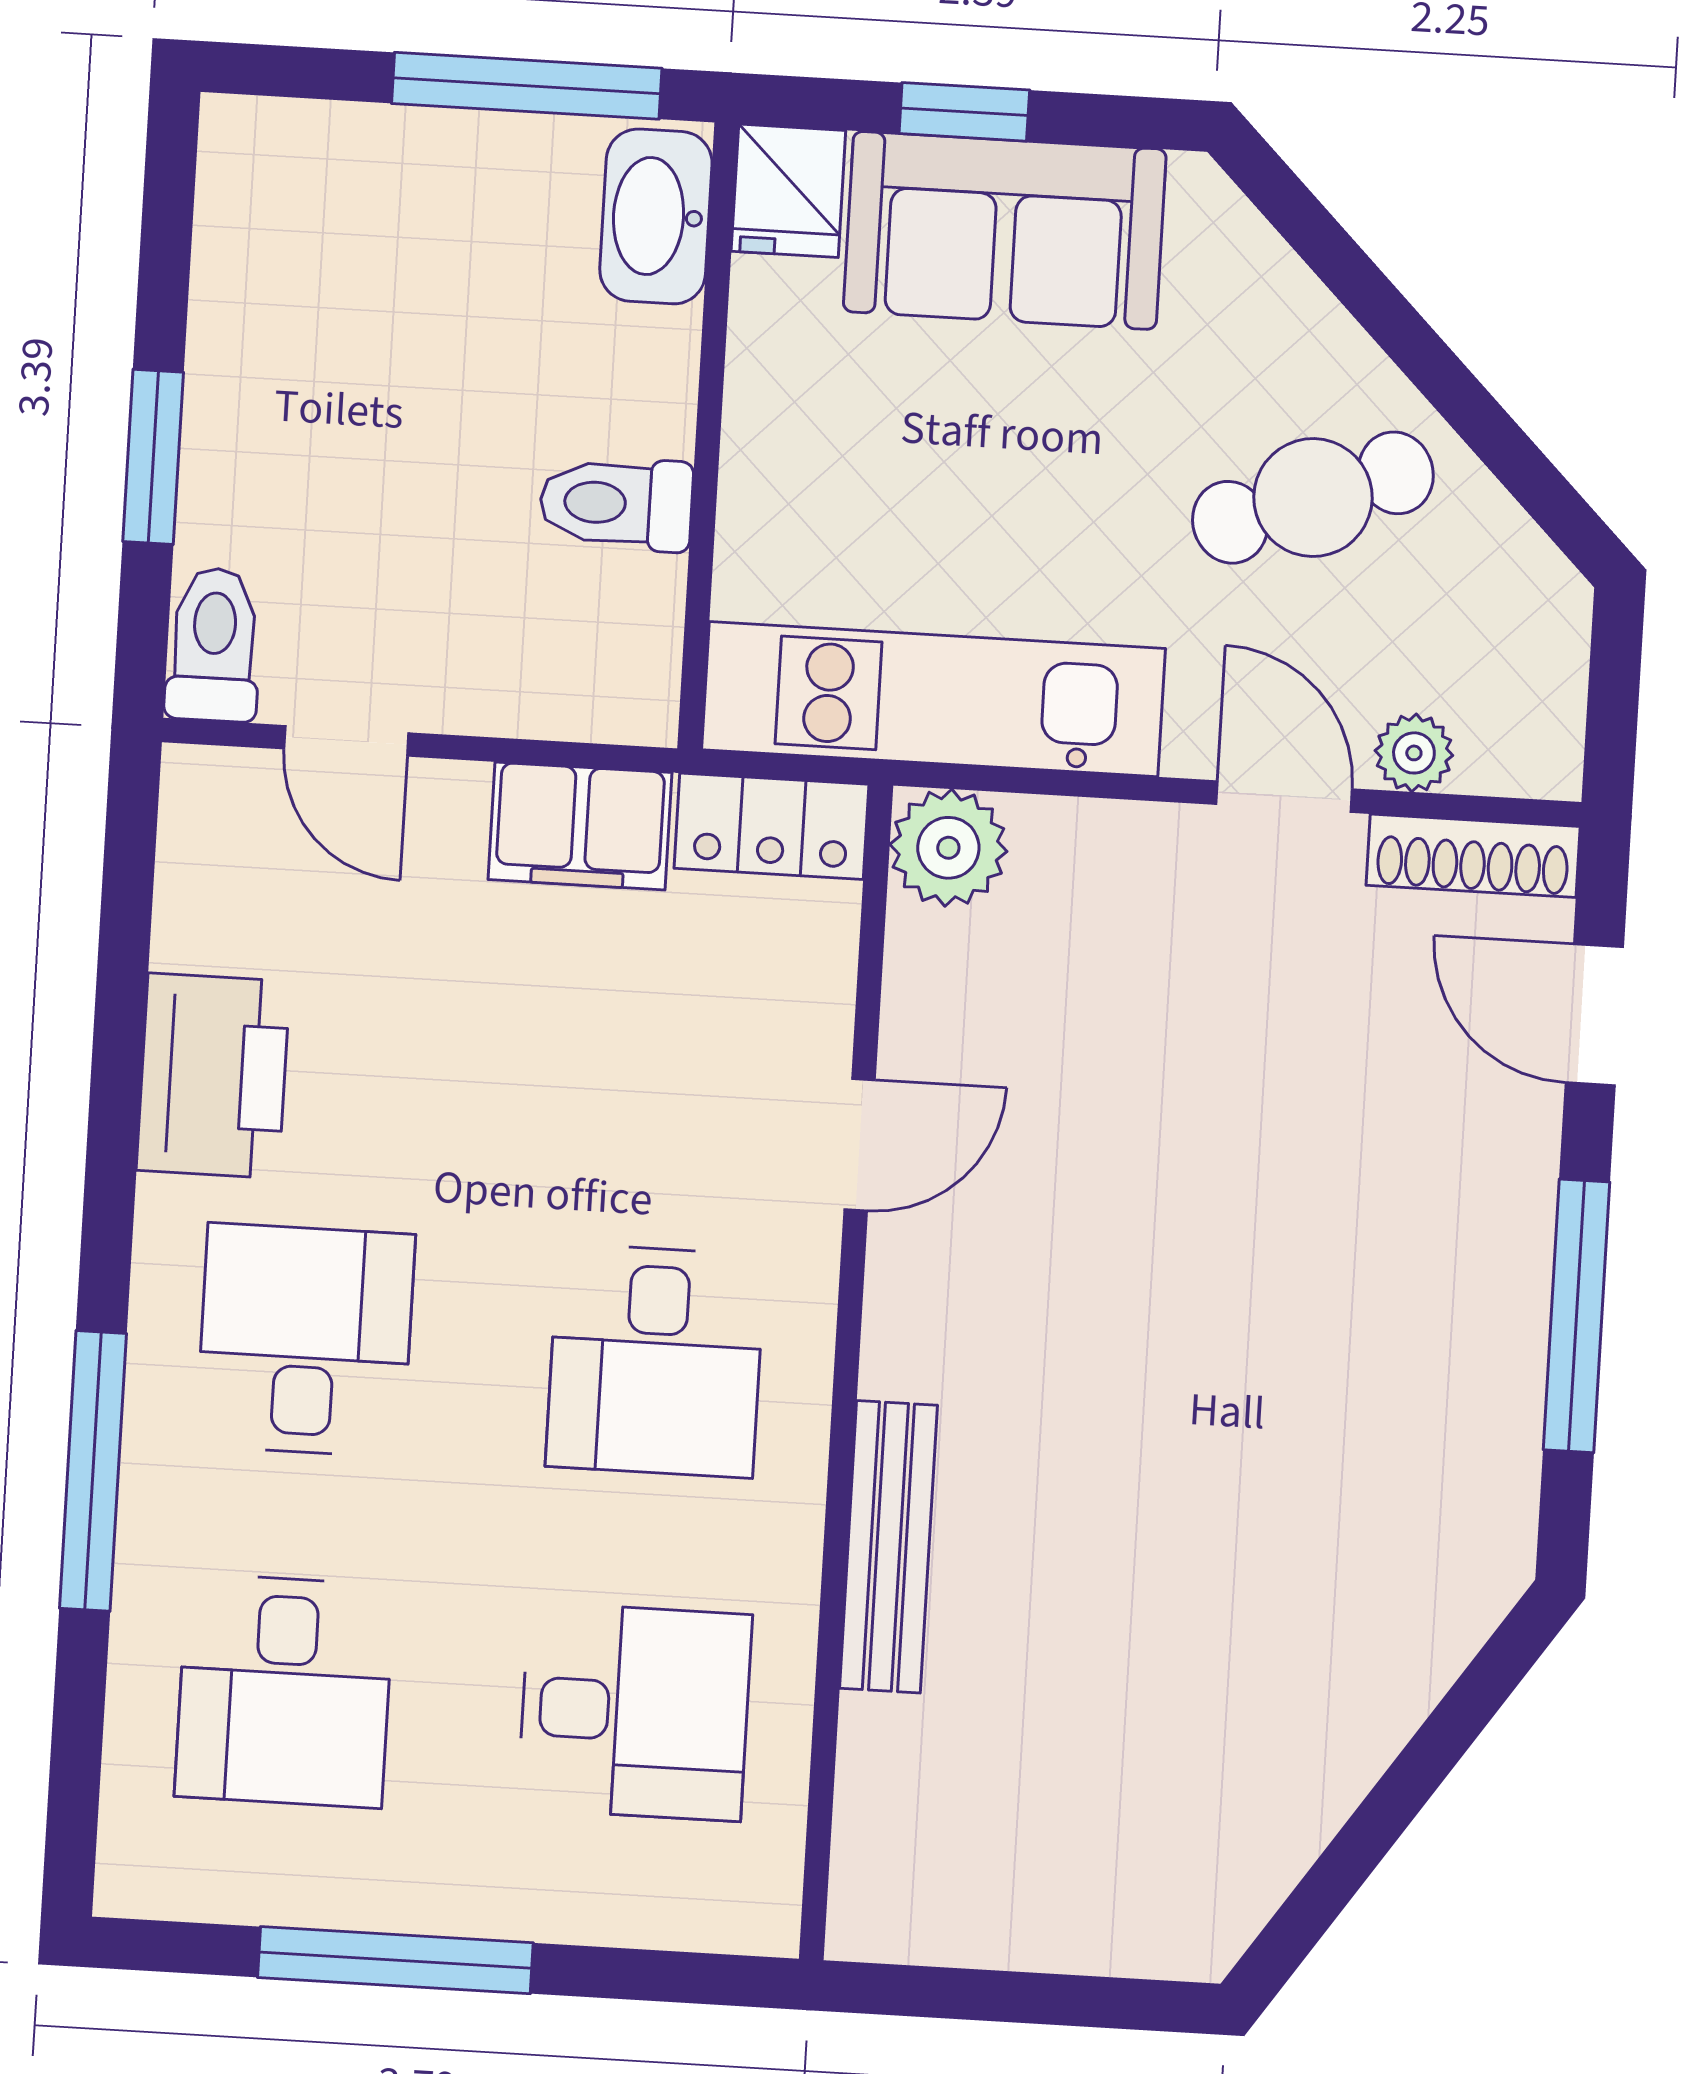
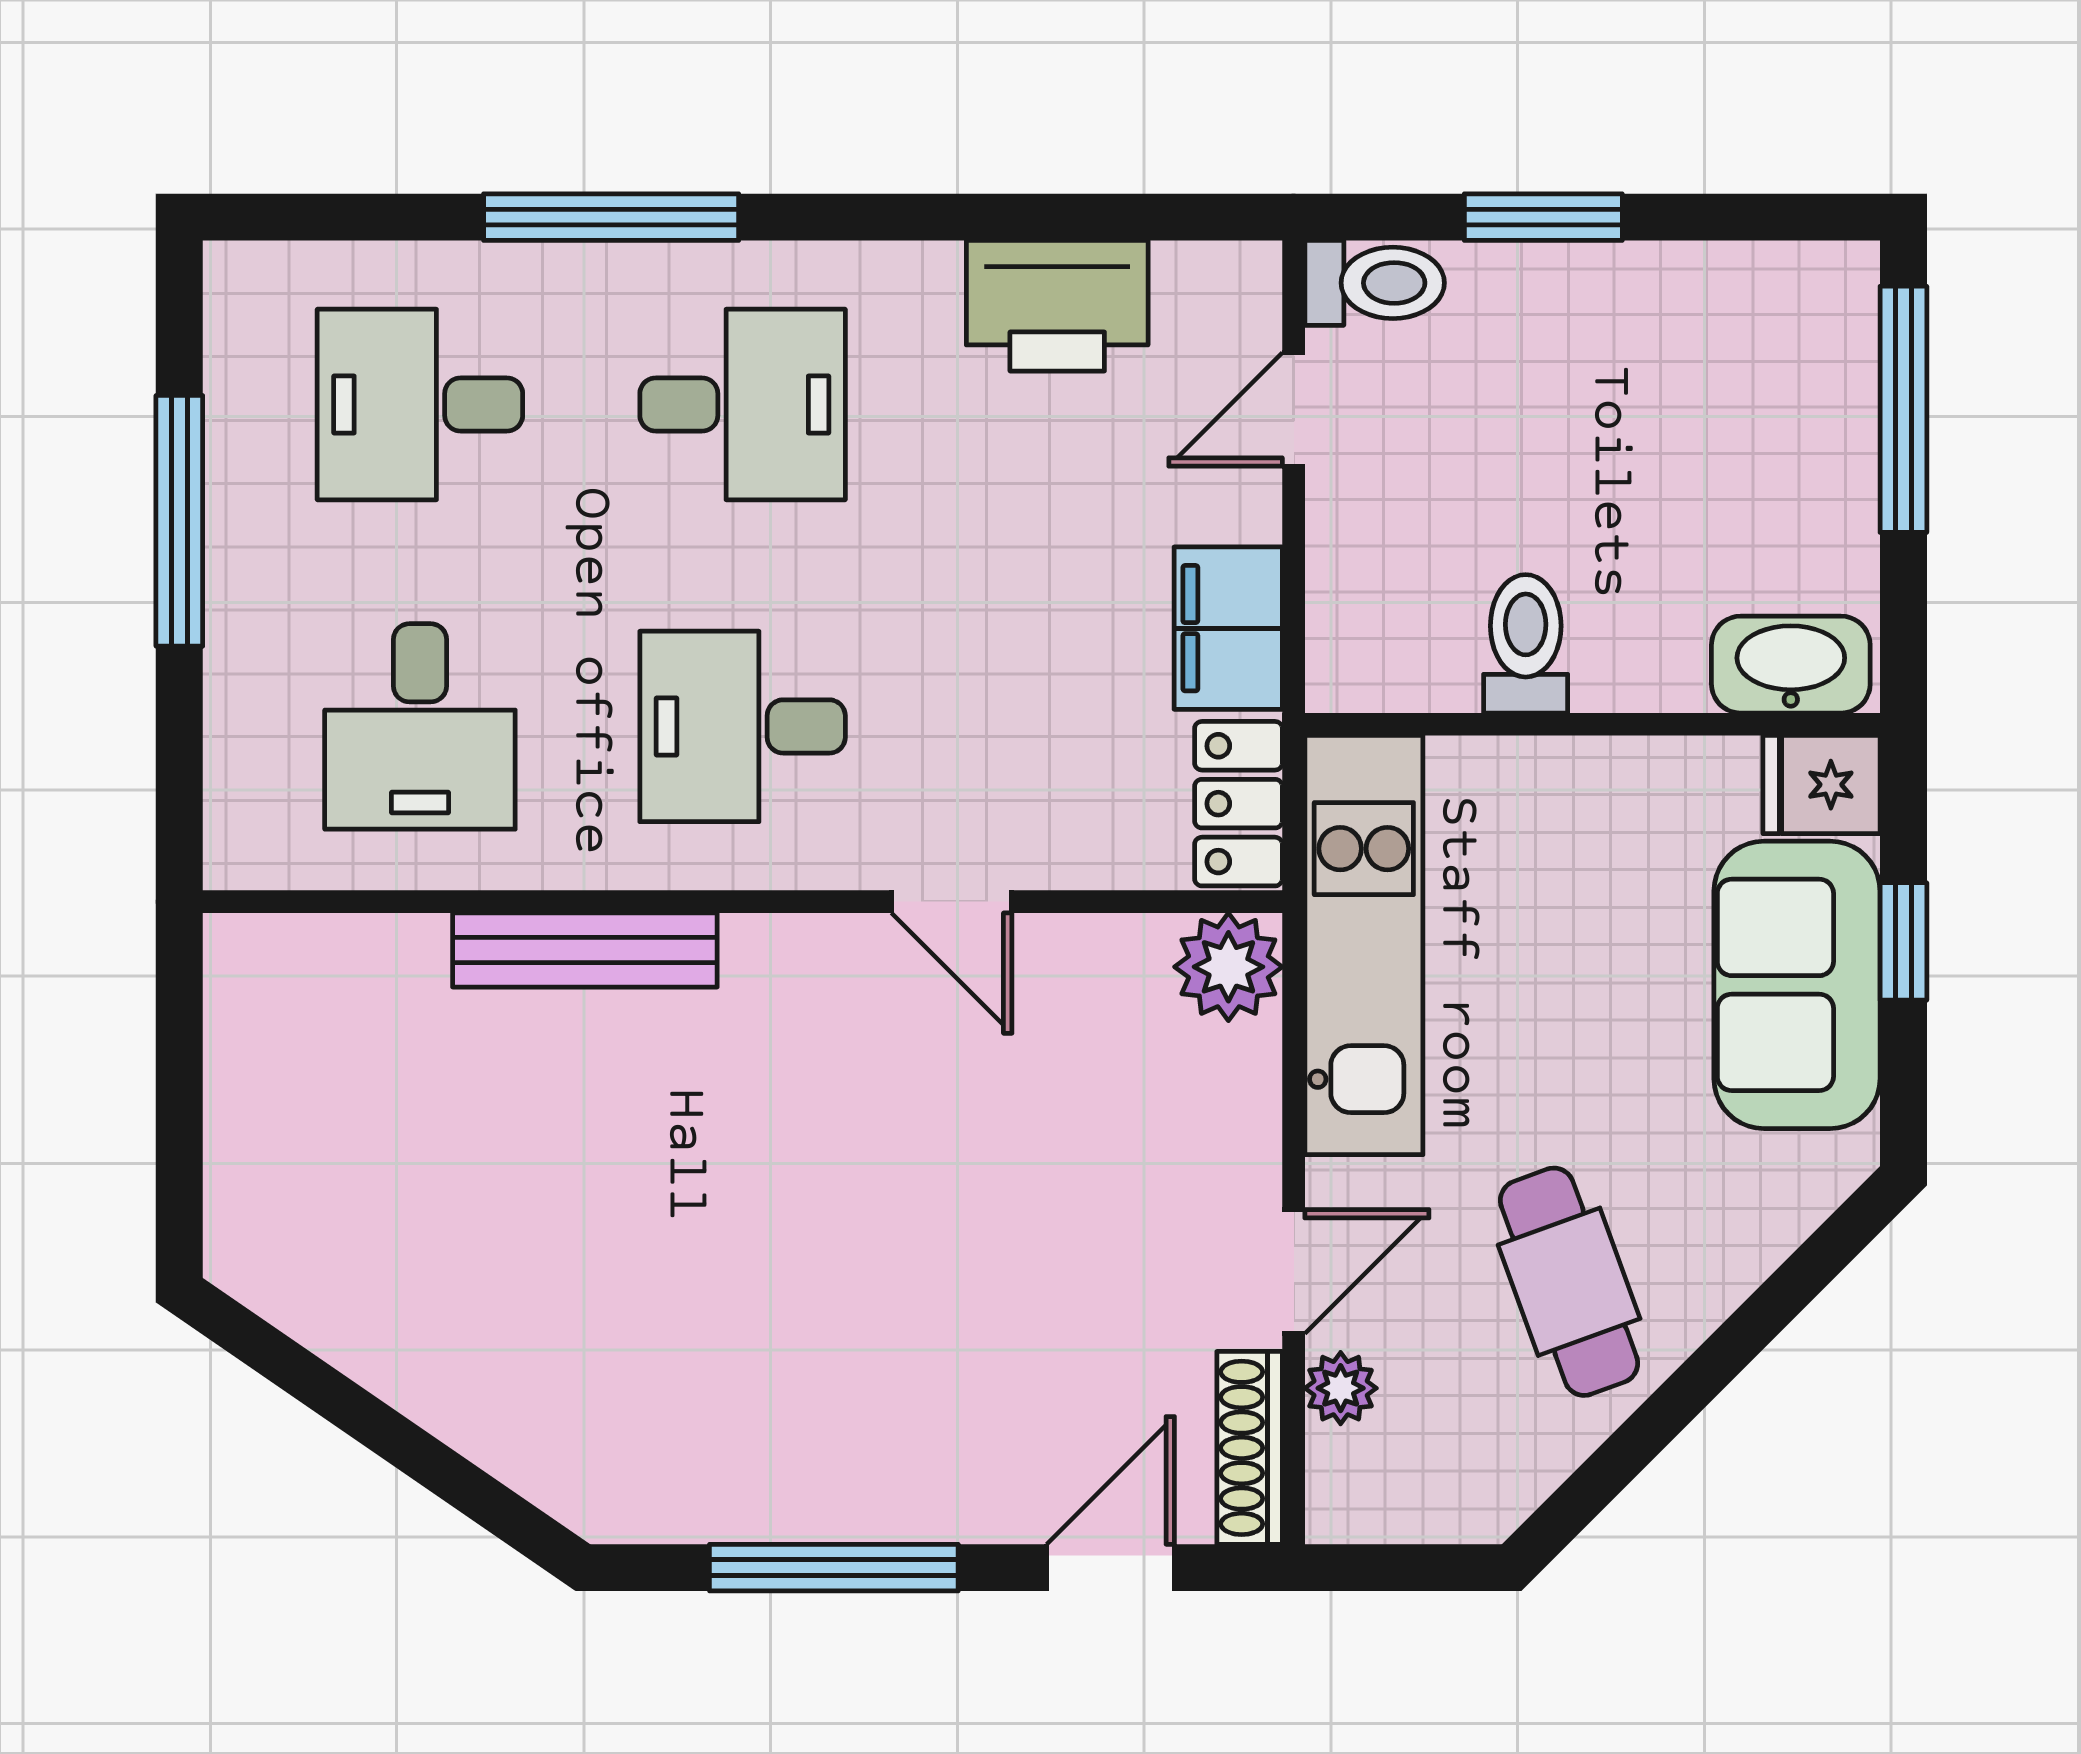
window: (527, 86) -> (1903, 409), moved
printer: (213, 1076) -> (1057, 306), moved

